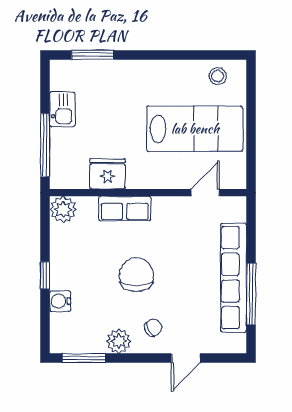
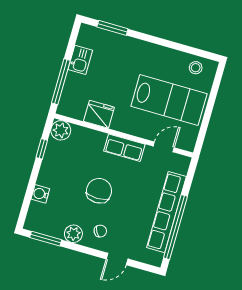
row of seats: (125, 209) -> (124, 148), moved
window: (45, 275) -> (42, 149), moved
window: (251, 294) -> (175, 227), width x1.46

